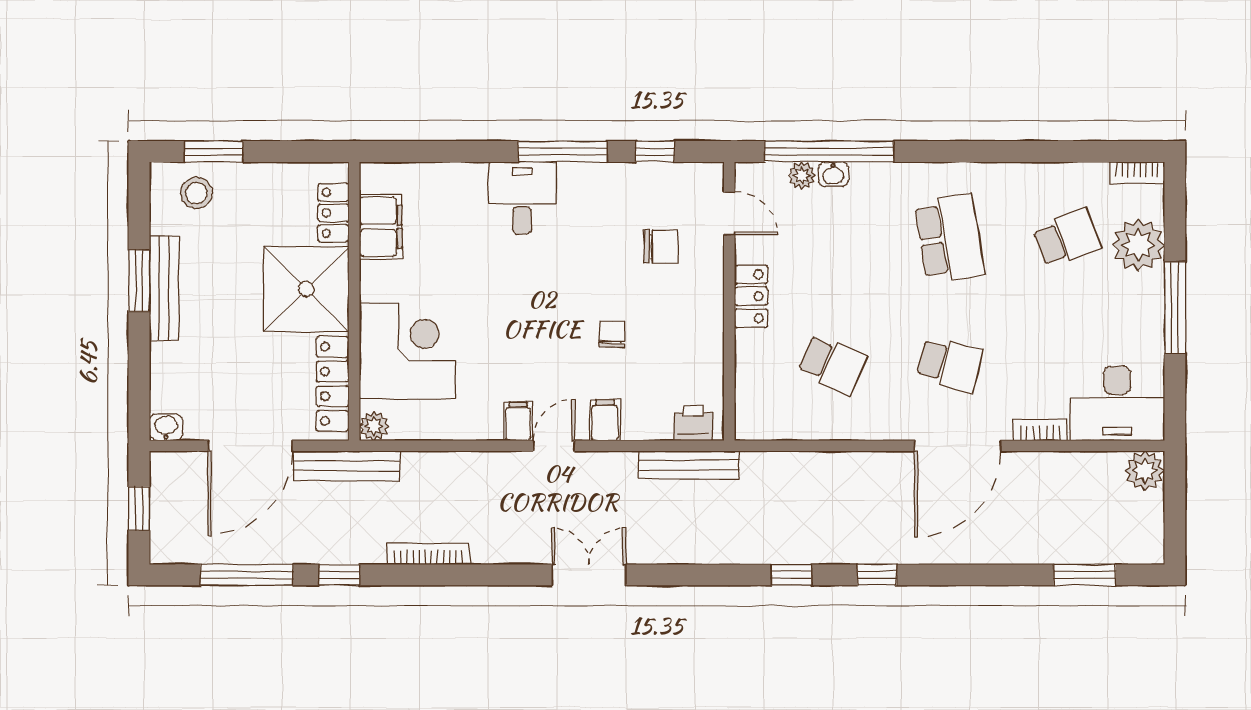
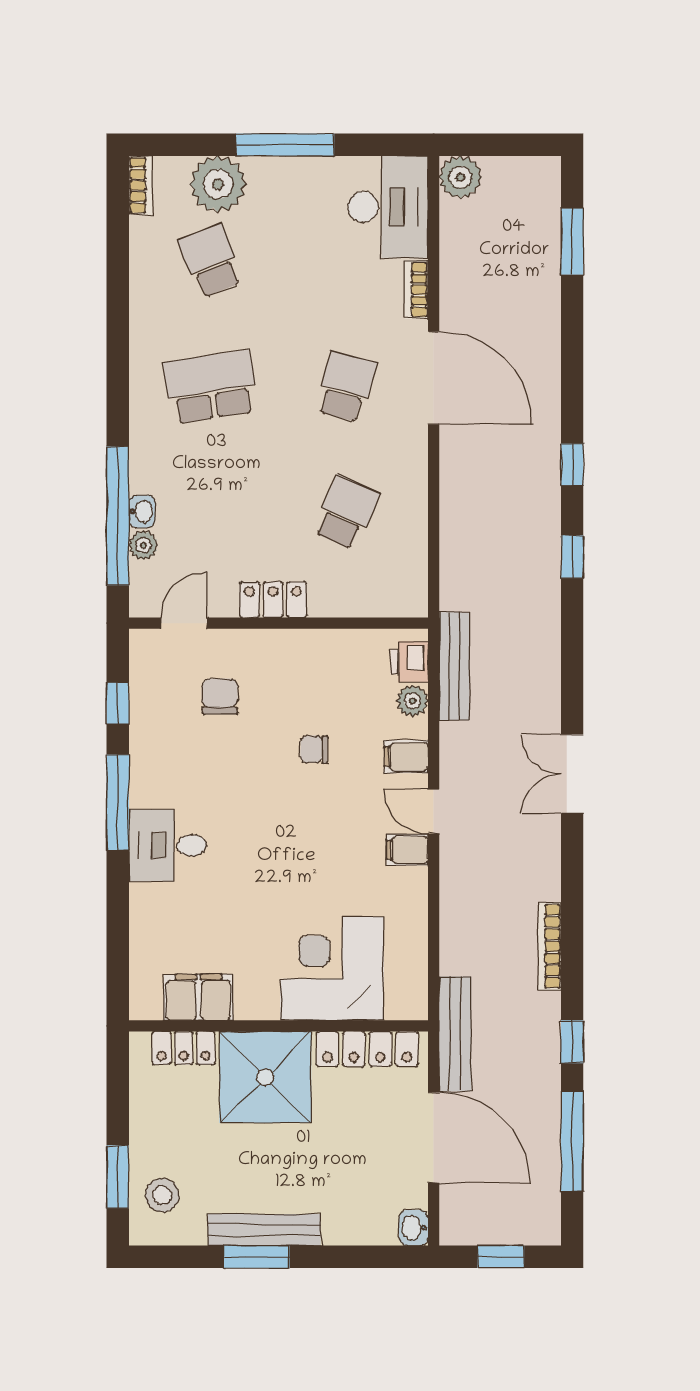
plant: (374, 426) -> (412, 701), moved

